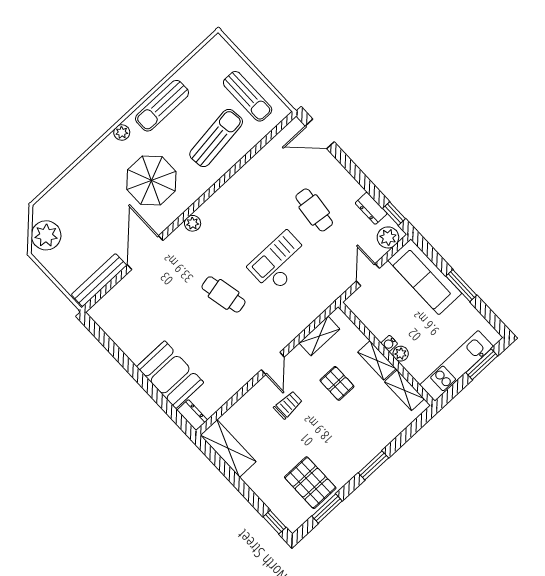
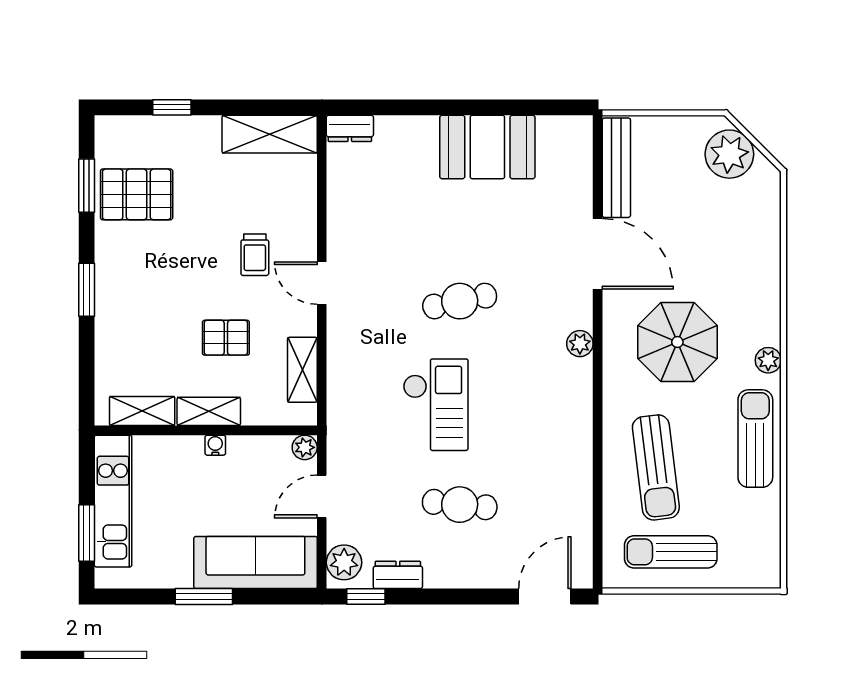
door: (368, 275) -> (322, 497), swing flipped
plant: (401, 354) -> (305, 447), moved
booth: (170, 375) -> (487, 147), moved
window: (275, 522) -> (172, 107), moved

